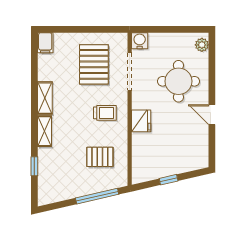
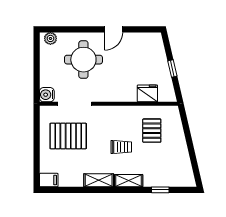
trolley: (105, 113) -> (121, 147), moved, turned 90
fridge: (141, 121) -> (147, 93), moved
window: (97, 196) -> (187, 133), removed

